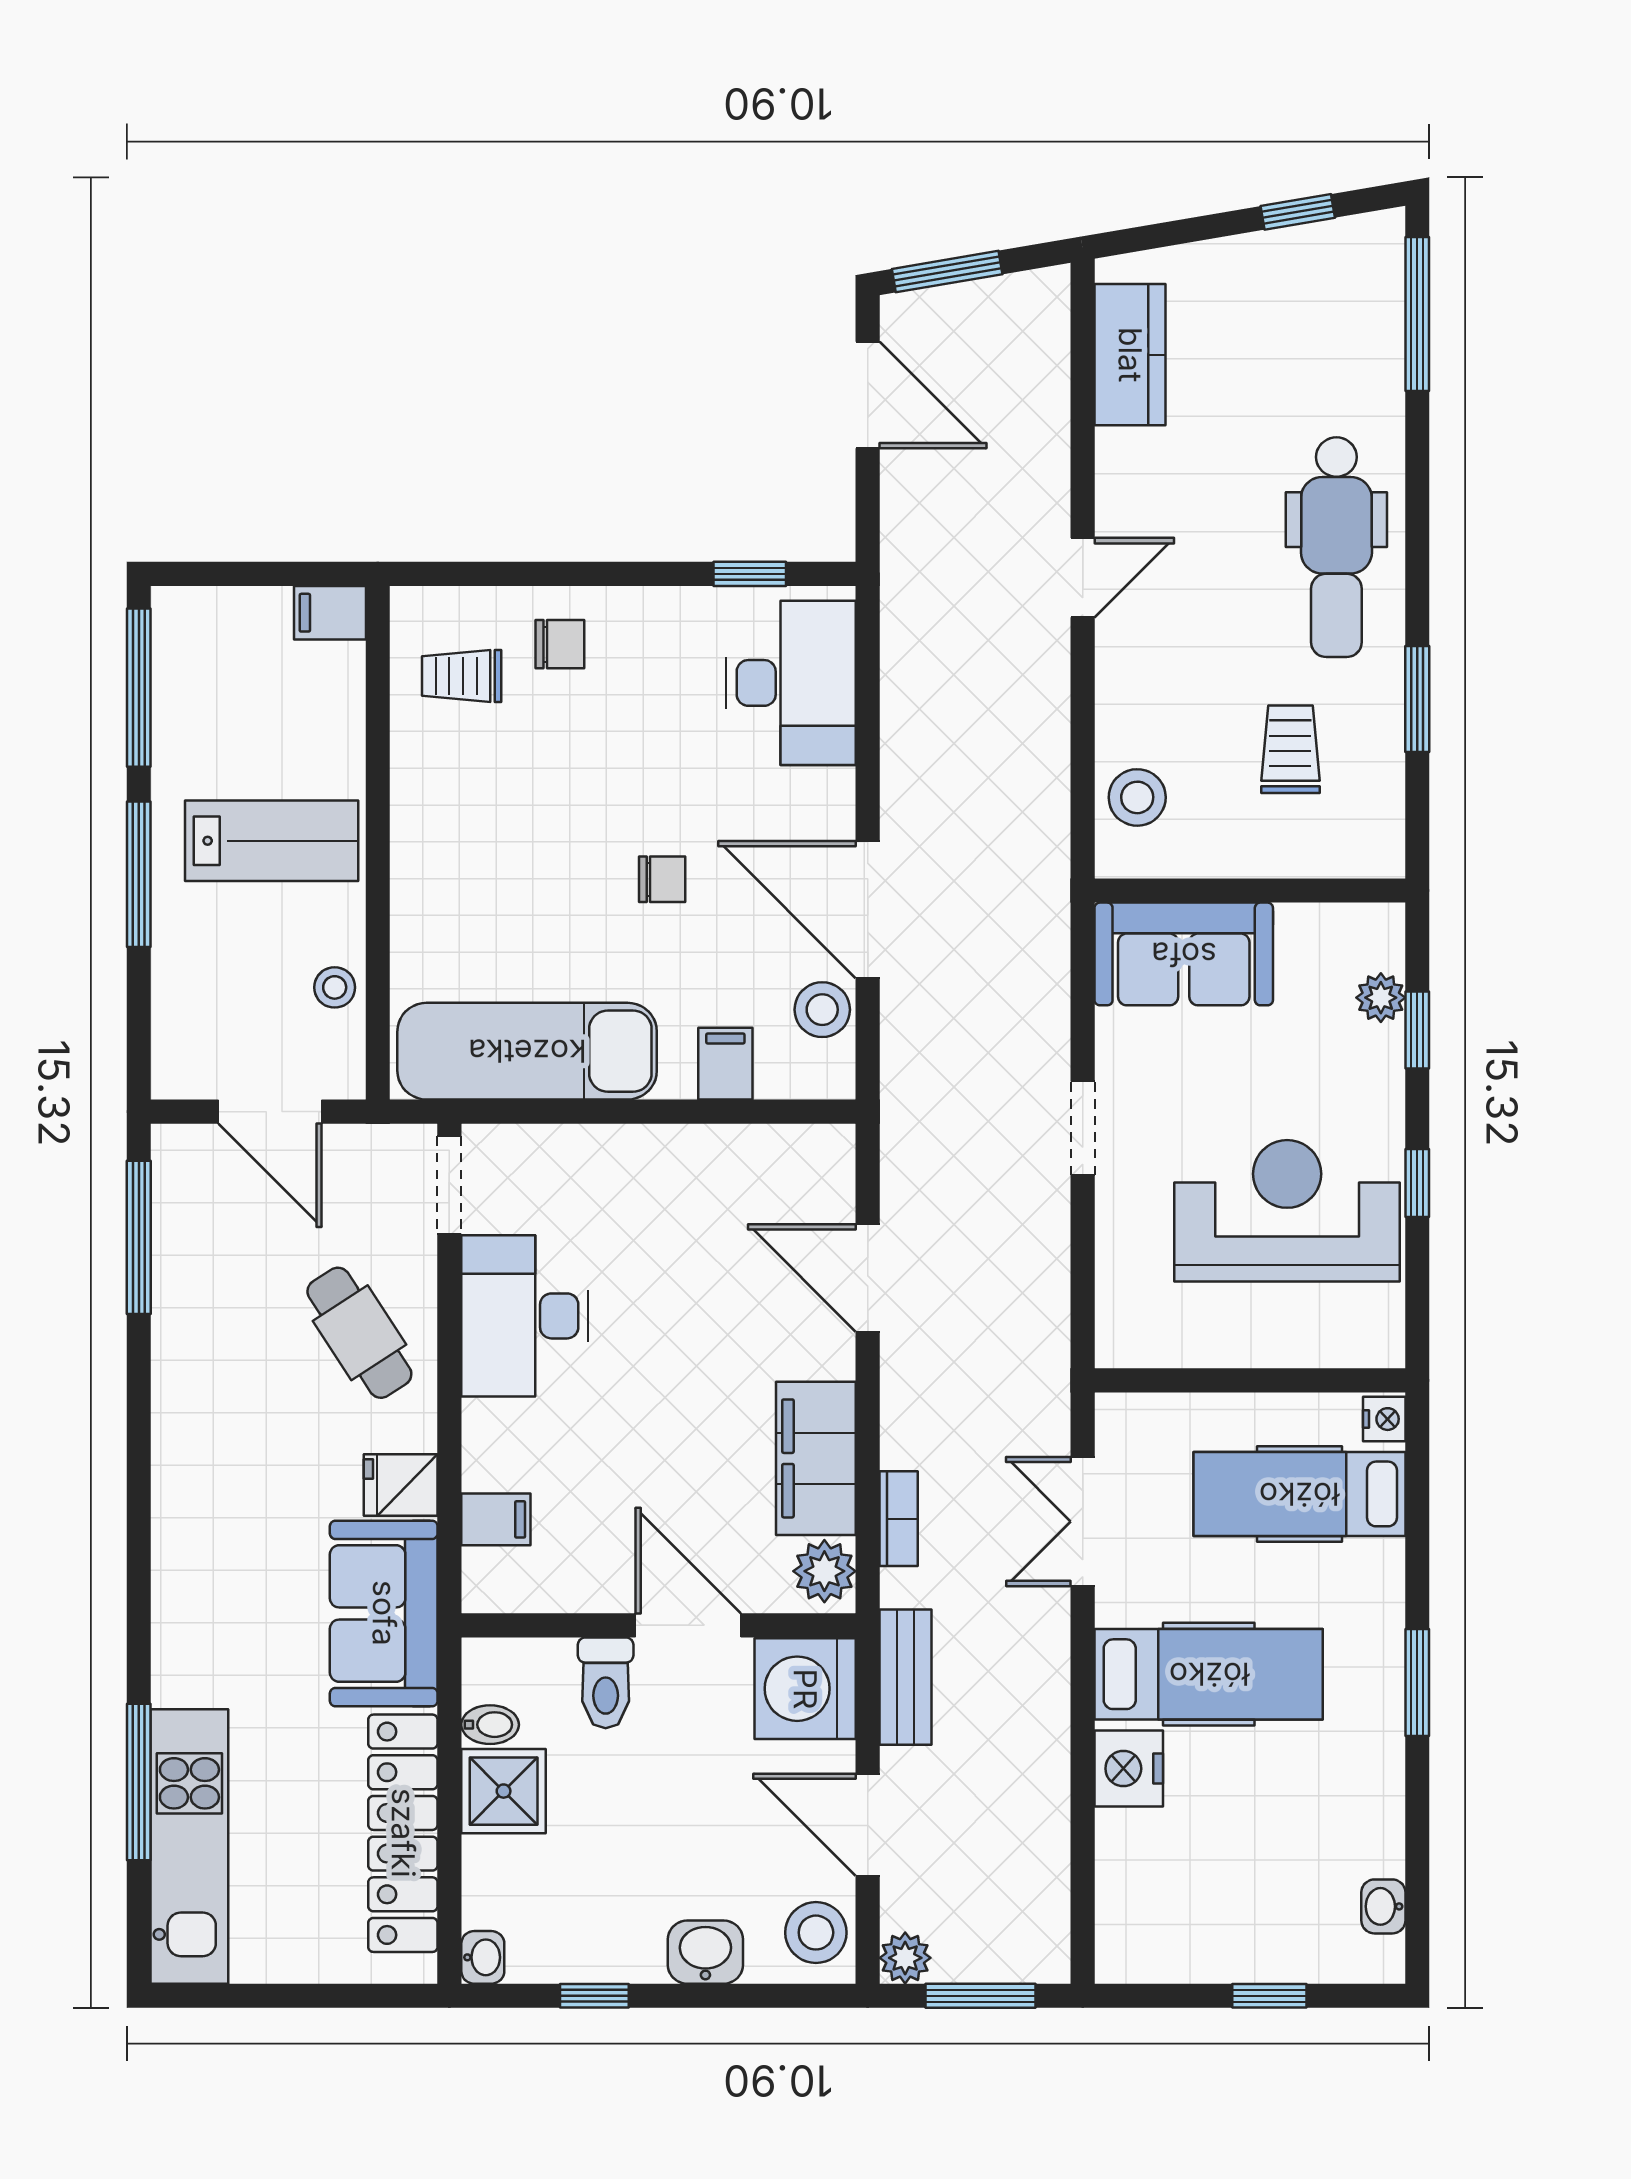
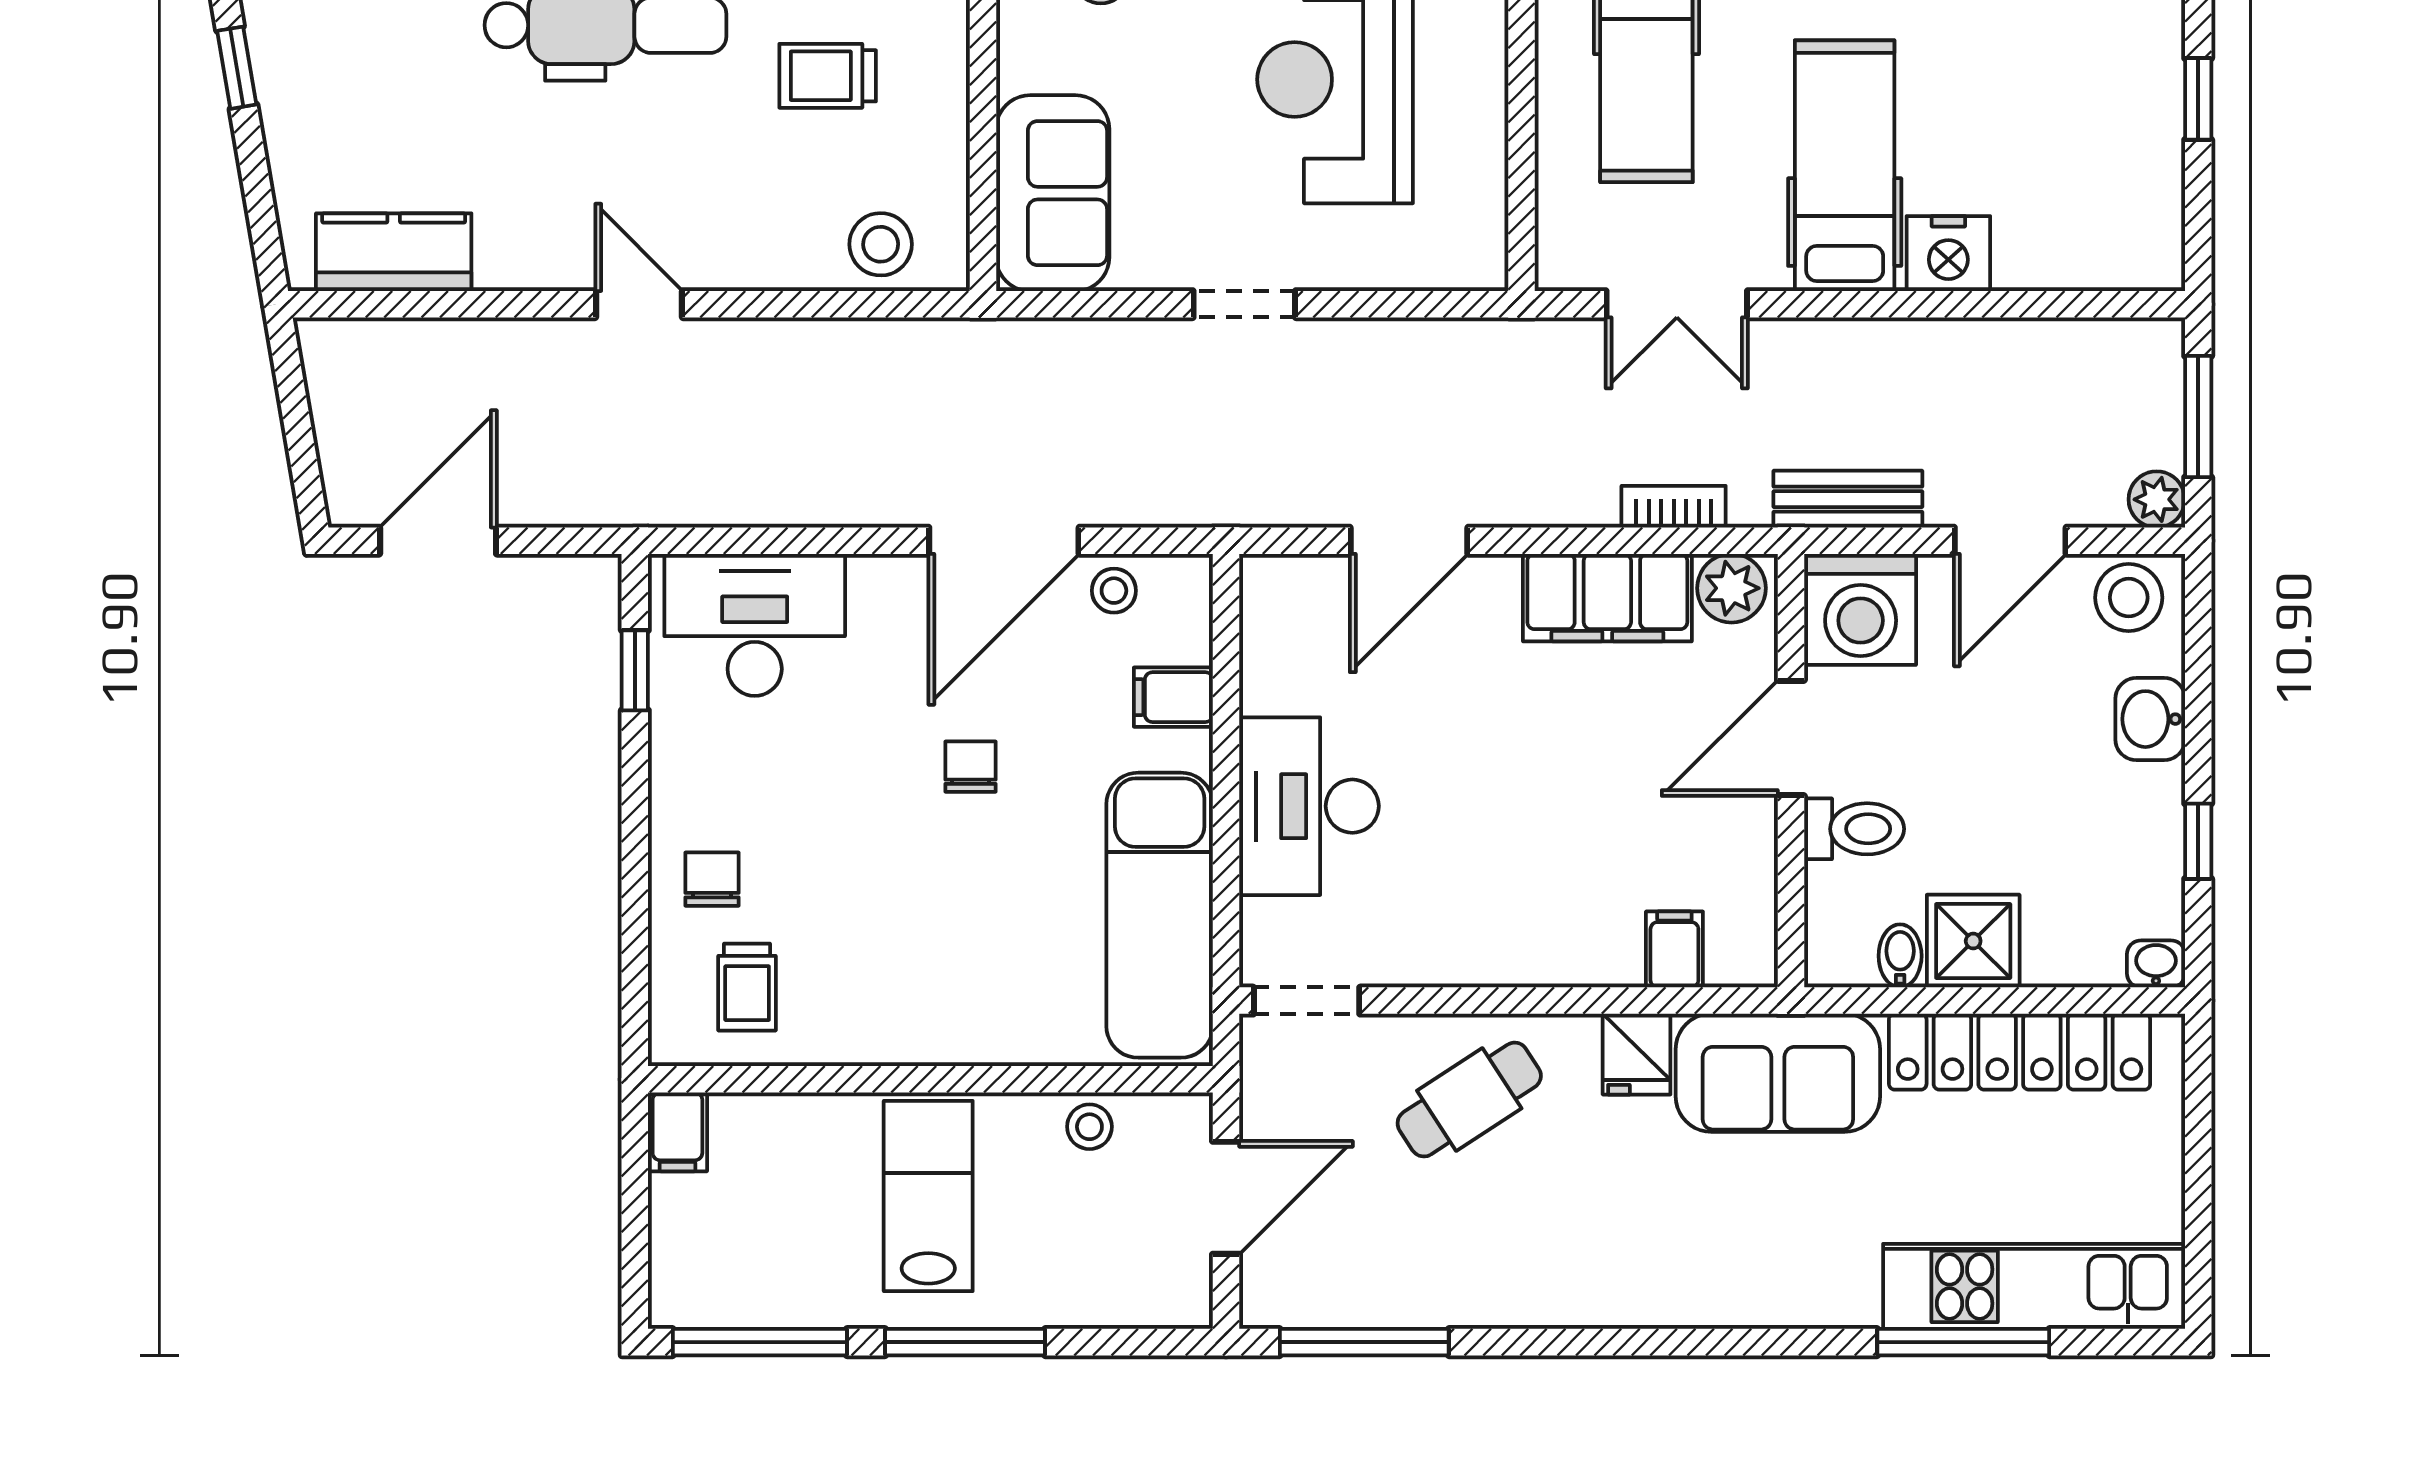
window: (947, 272) -> (302, 453), removed
stool: (822, 1010) -> (1114, 591), width x0.73, depth x0.73
desk: (525, 1316) -> (1309, 806), moved, turned 90

